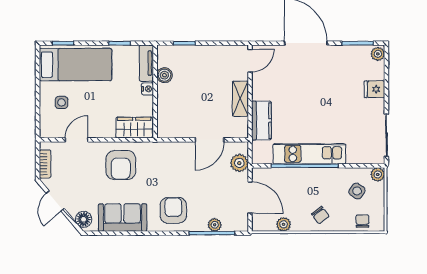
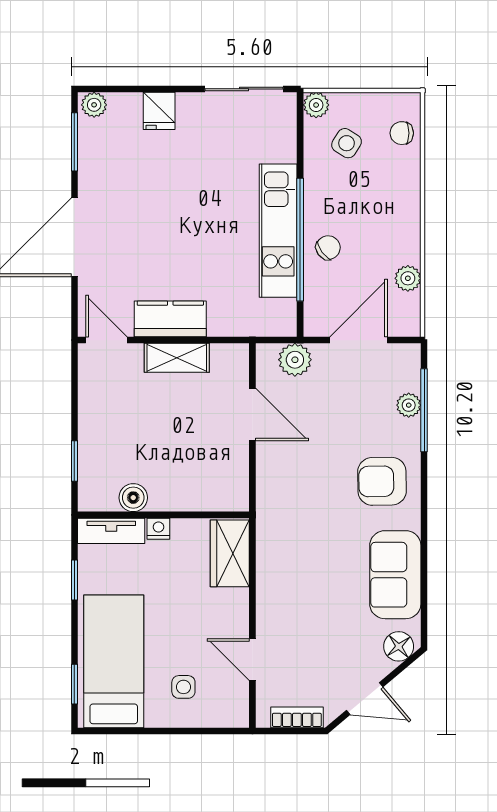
kitchen counter: (261, 121) -> (170, 319), moved
armchair: (121, 165) -> (299, 578), removed
chair: (320, 215) -> (328, 248), moved

